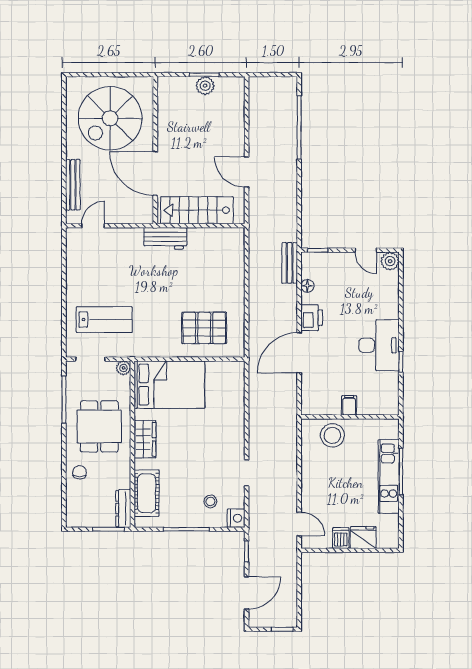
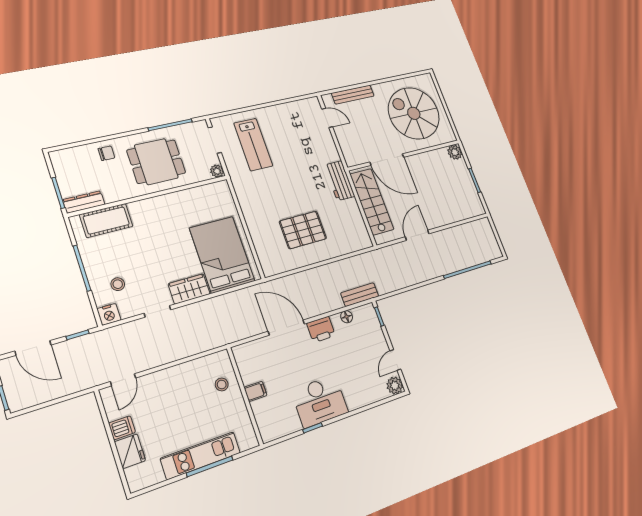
plant: (205, 86) -> (455, 152), moved
door: (155, 174) -> (387, 160), swing flipped
pallet: (204, 328) -> (303, 230), moved, turned 90
bed: (169, 385) -> (222, 255), moved, turned 180
stool: (332, 435) -> (222, 384), width x0.53, depth x0.53
wardrobe: (145, 439) -> (189, 289), moved, turned 180

